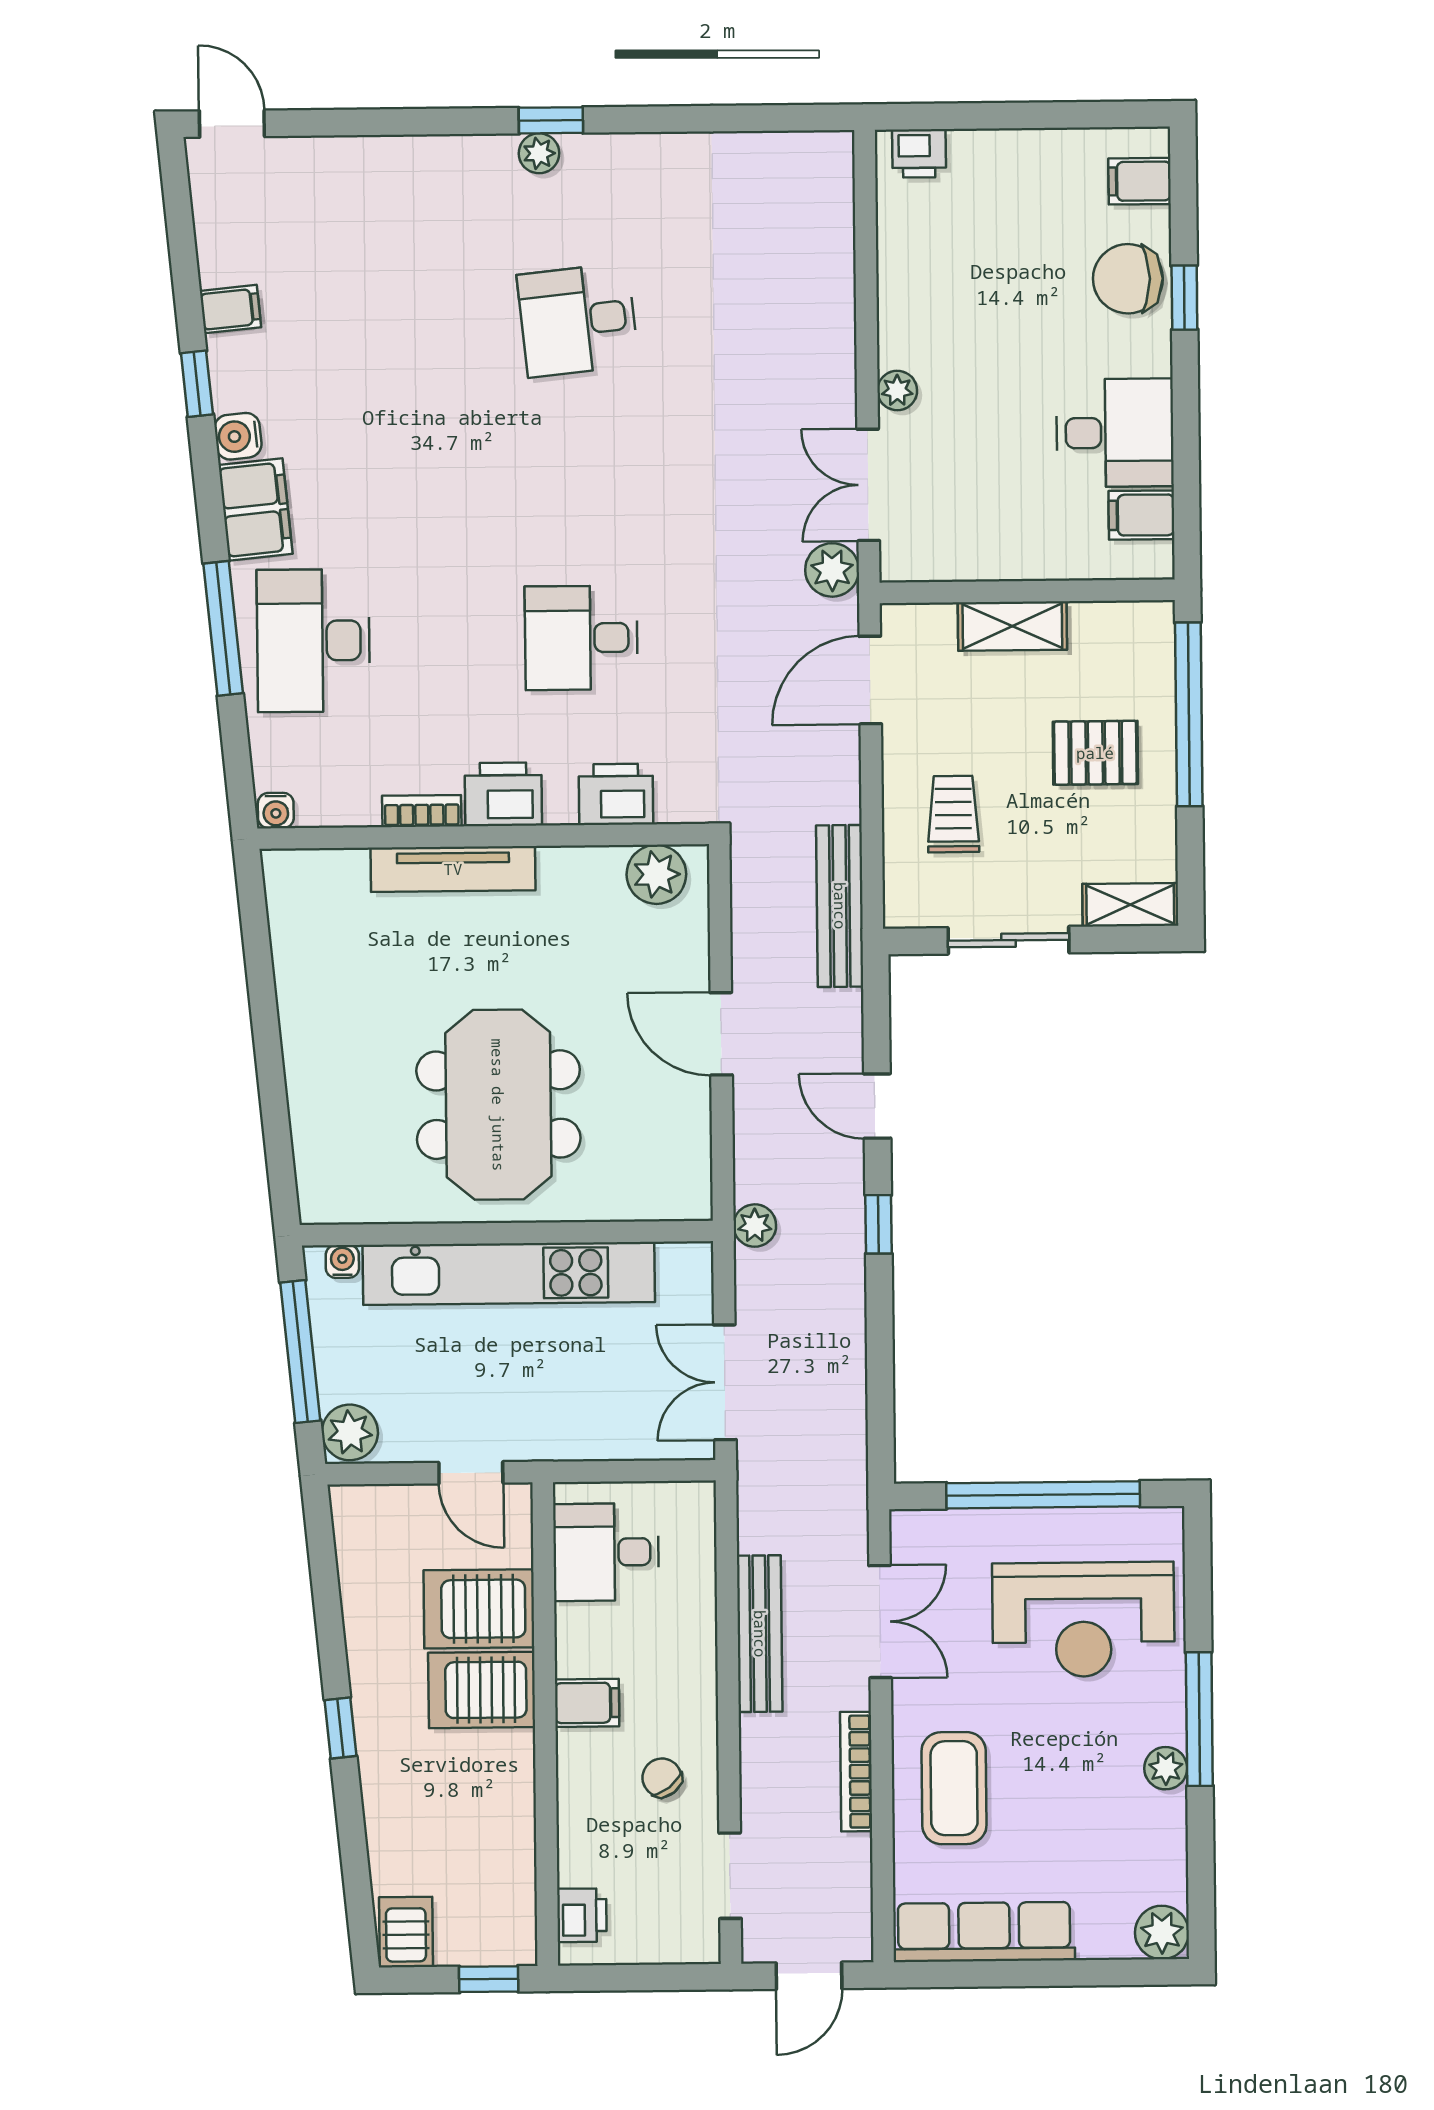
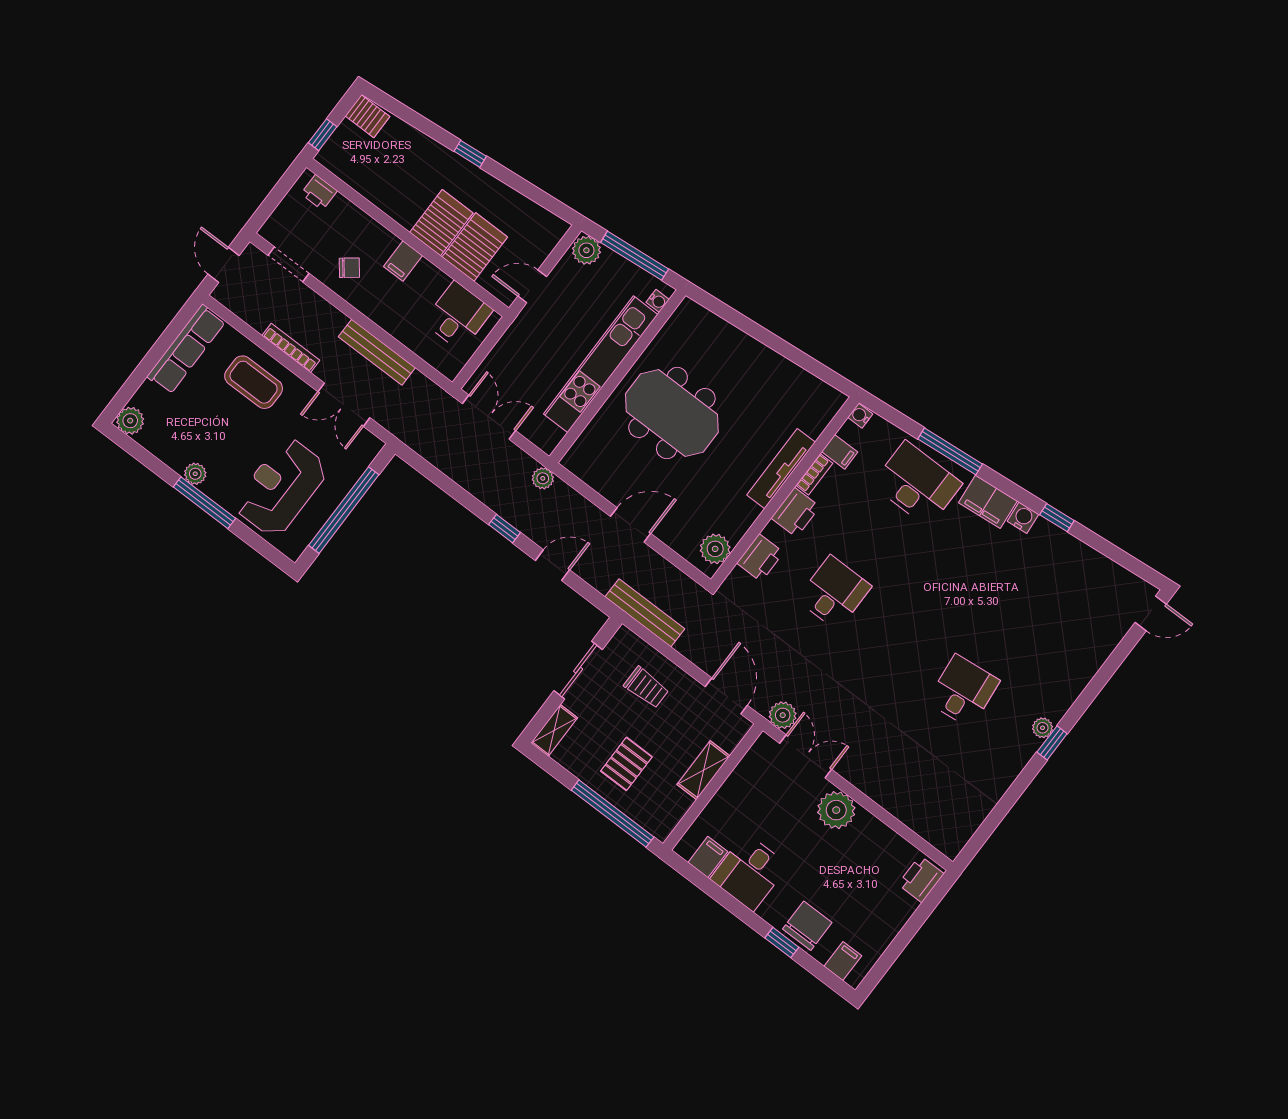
printer: (919, 153) -> (921, 879), width x1.36, depth x1.24
filing cabinet: (231, 309) -> (840, 452), moved, turned -85
plant: (897, 390) -> (836, 810), width x1.88, depth x1.88

